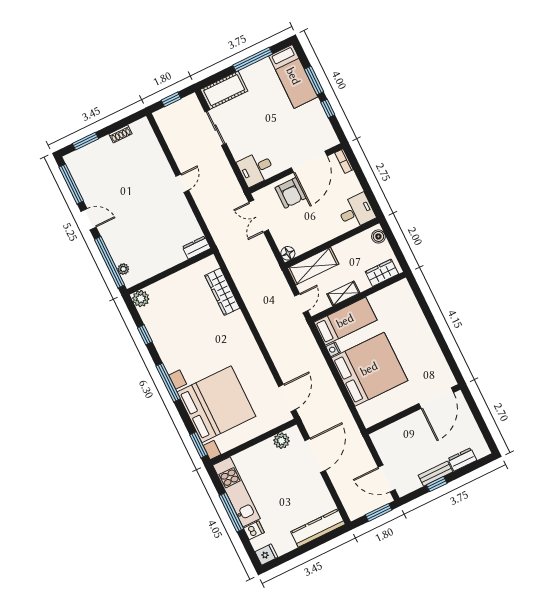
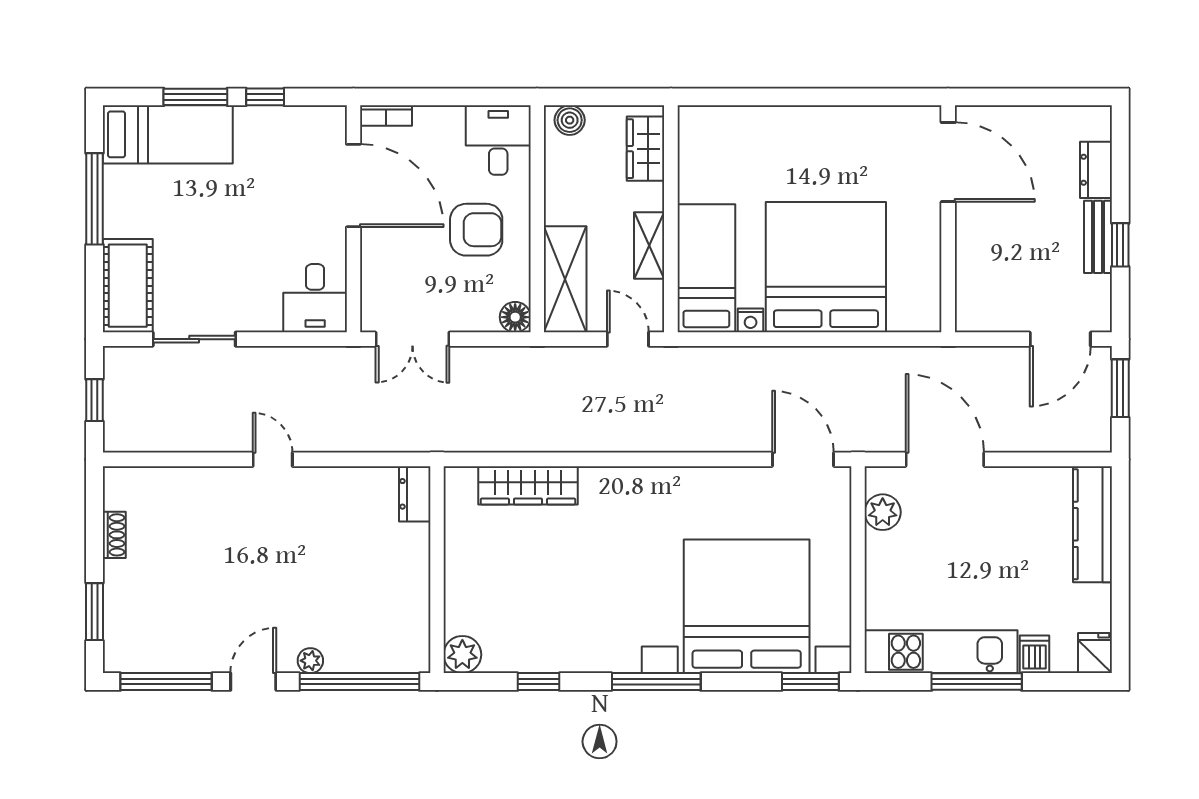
armchair: (290, 193) -> (476, 230), moved
plant: (123, 269) -> (310, 661), moved

